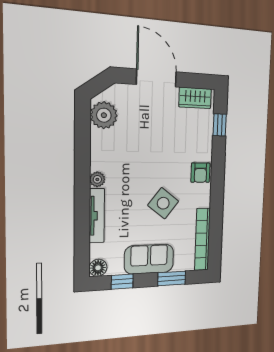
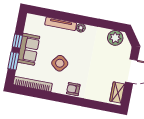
window: (220, 125) -> (99, 106), removed
floor lamp: (98, 268) -> (31, 19), removed
window: (122, 282) -> (17, 41), moved

